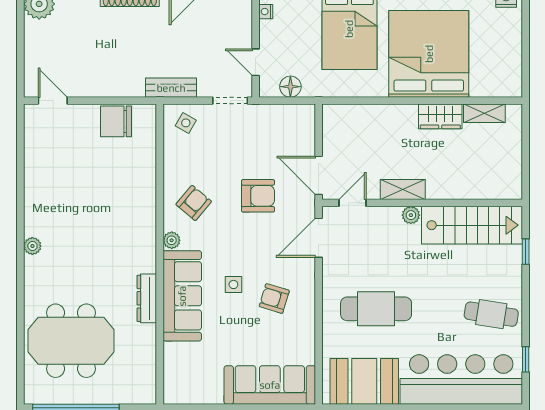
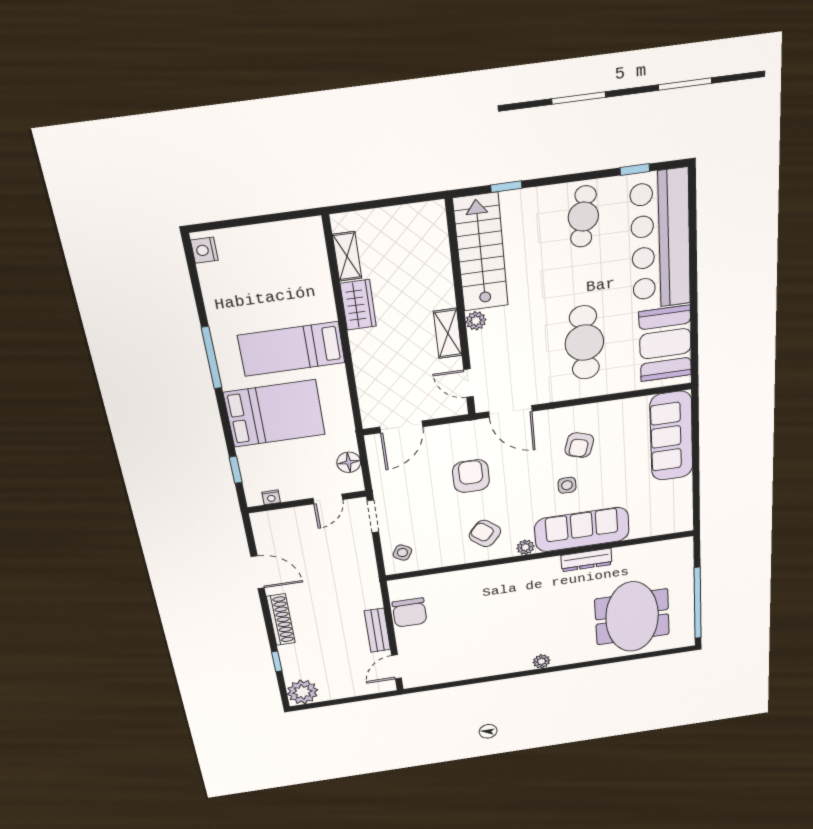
bed: (429, 54) -> (291, 349), width x0.49
bench: (171, 88) -> (377, 630), moved
door: (319, 175) -> (401, 427), moved

